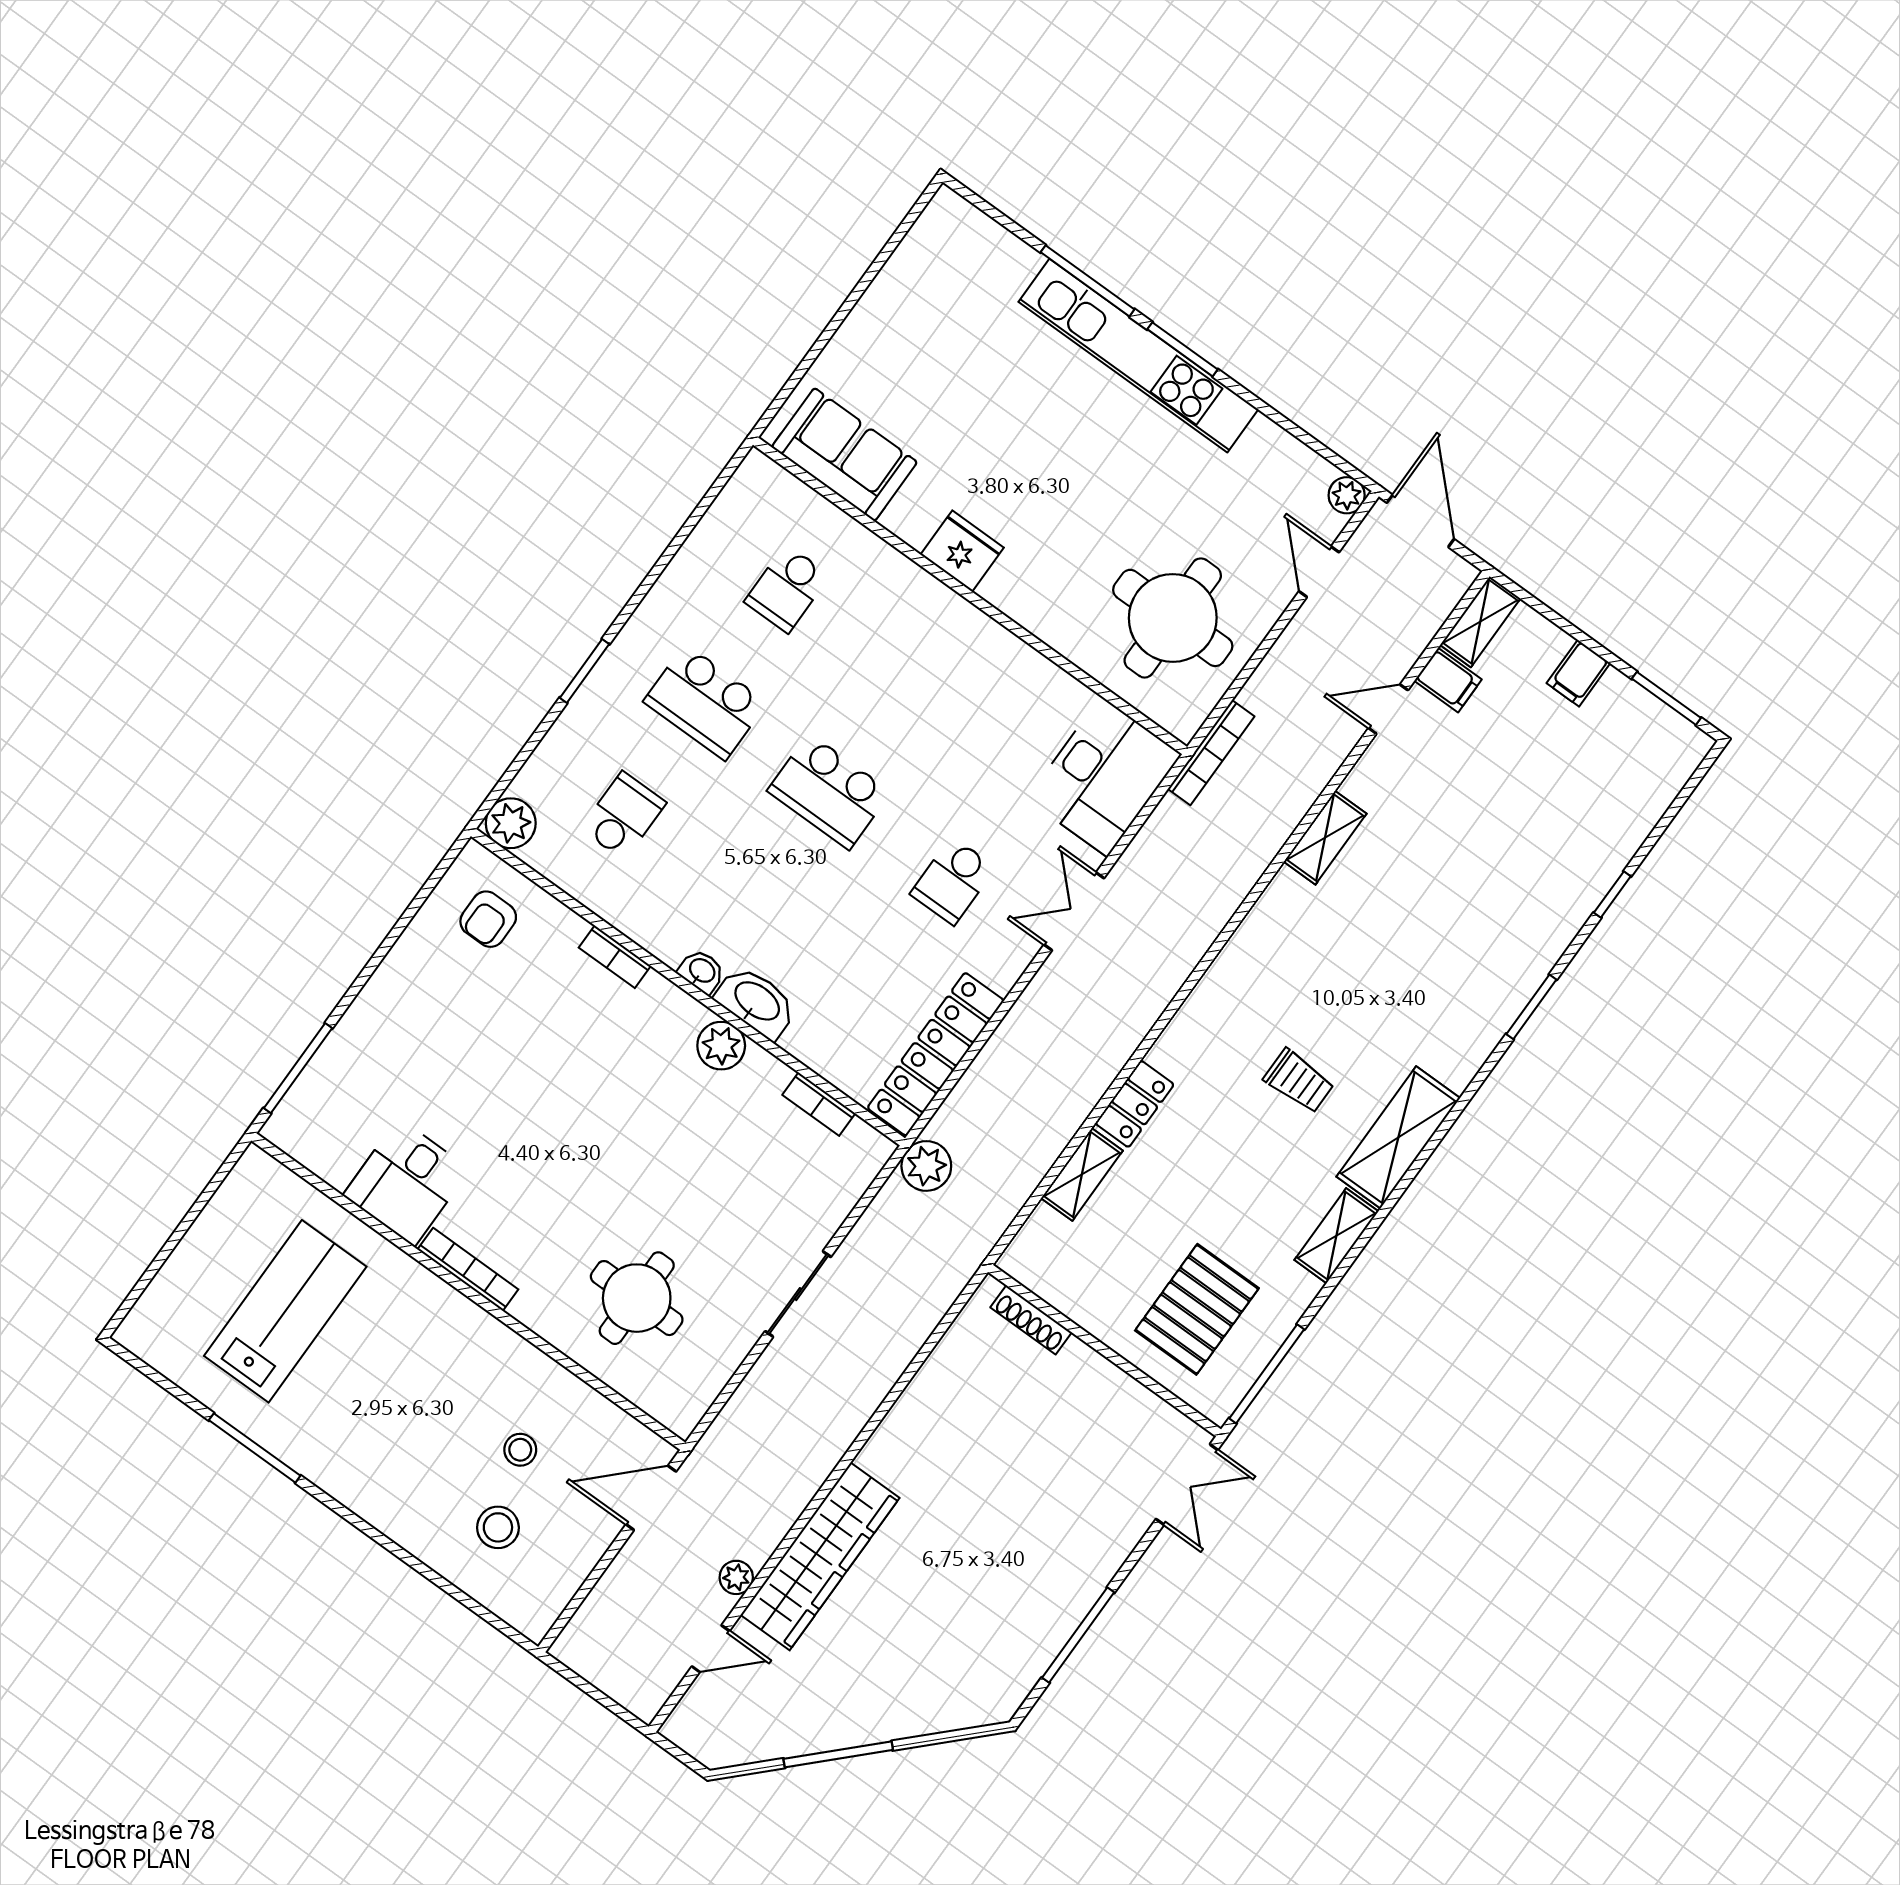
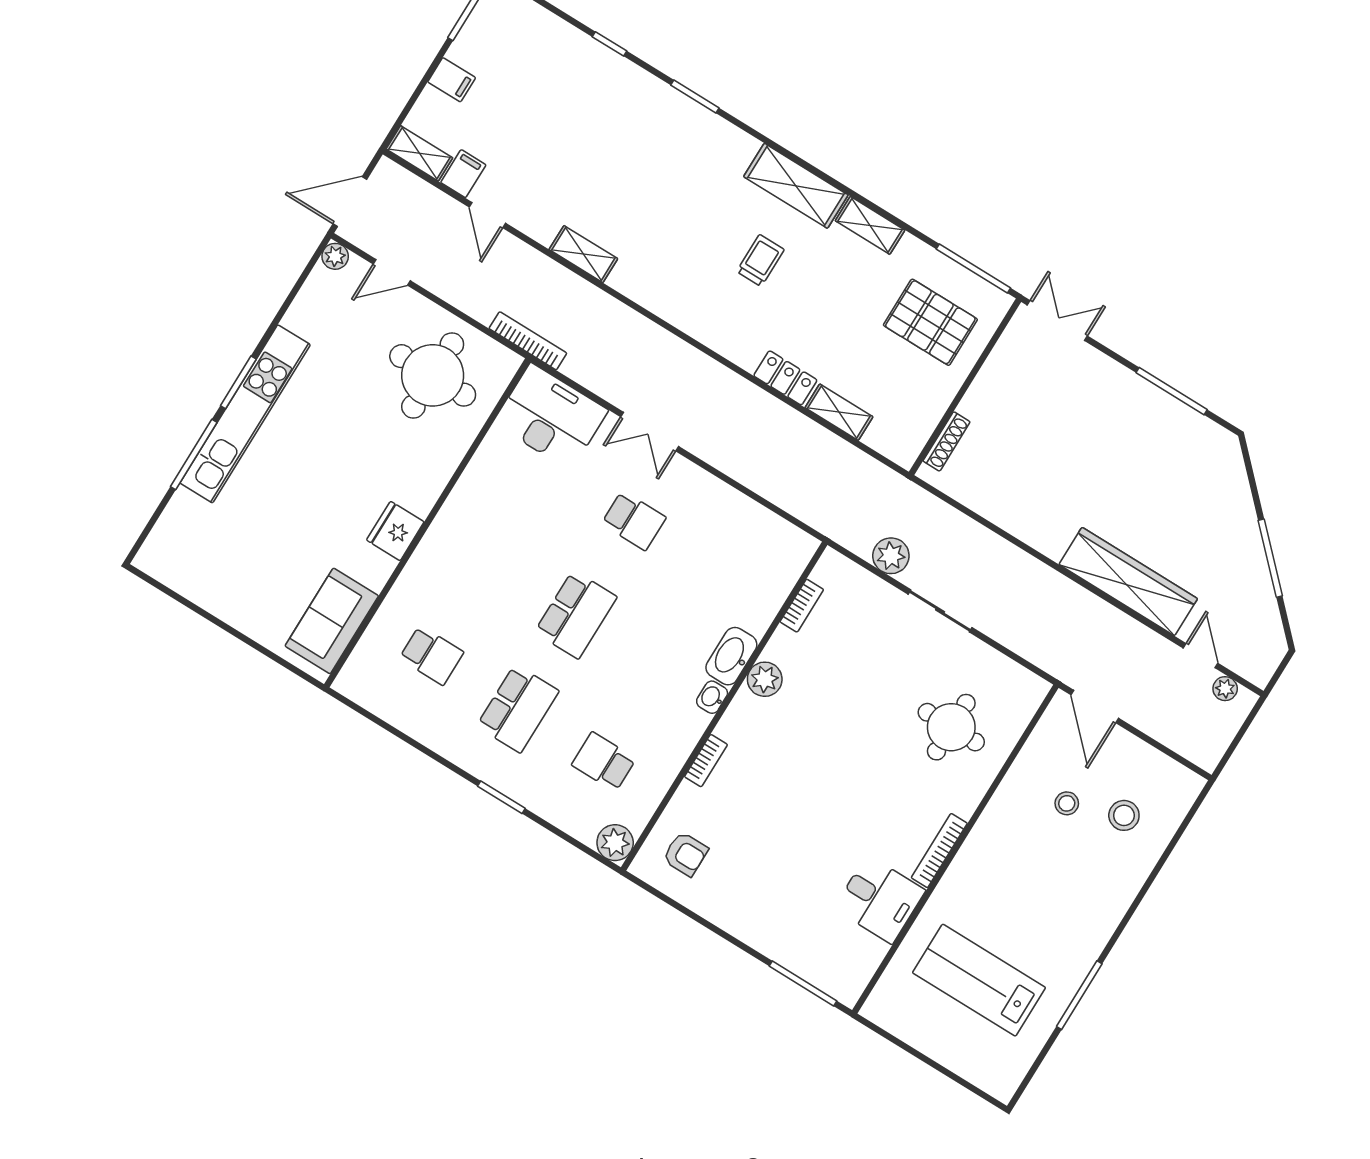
locker: (936, 1054) -> (760, 524), removed
plant: (926, 1166) -> (891, 556), moved
plant: (736, 1577) -> (1225, 689), moved

